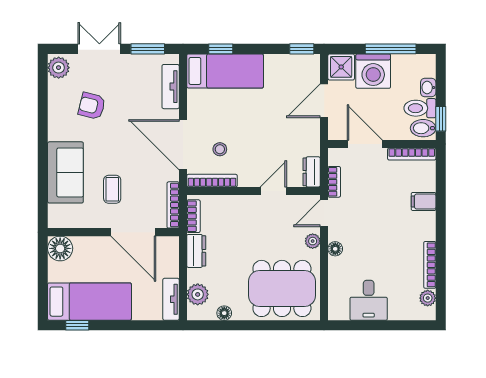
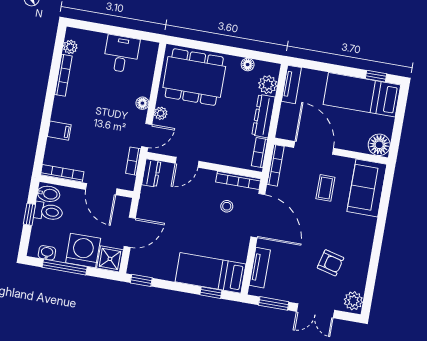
washbasin: (428, 88) -> (47, 253), moved, turned -90
window: (441, 119) -> (29, 214), moved
sofa: (65, 172) -> (367, 188), moved
dresser: (196, 251) -> (263, 116), width x1.44

